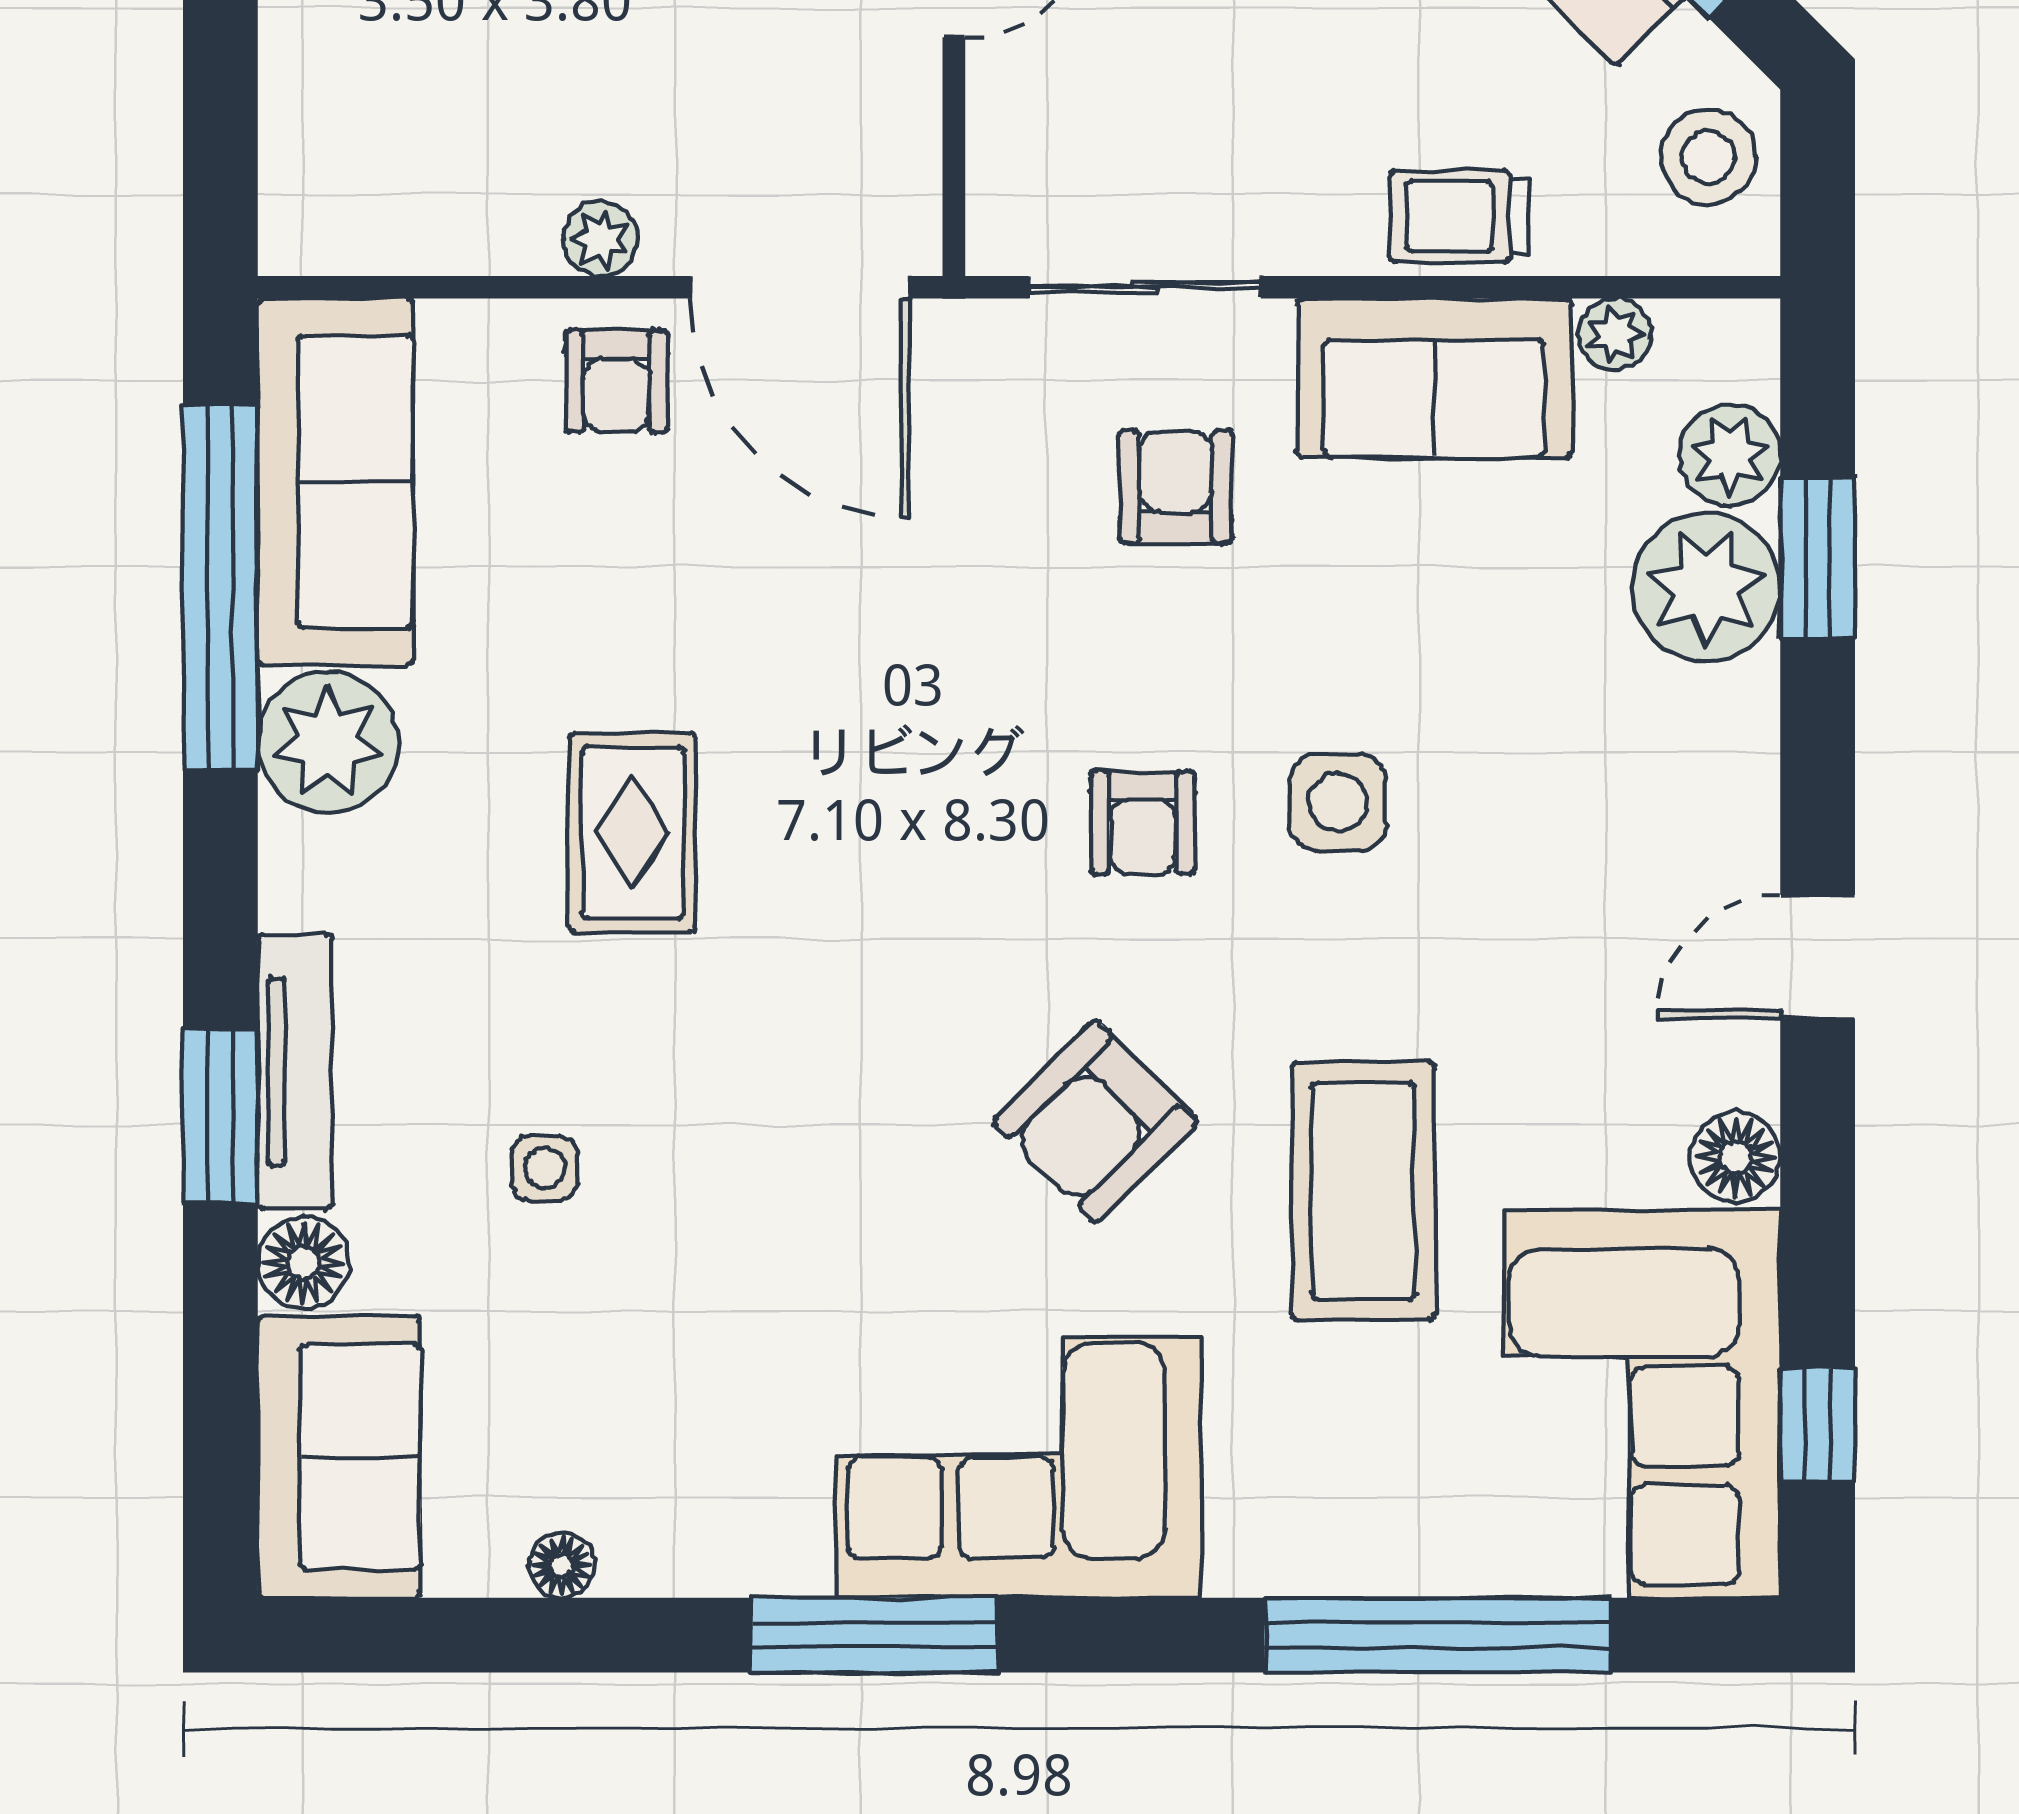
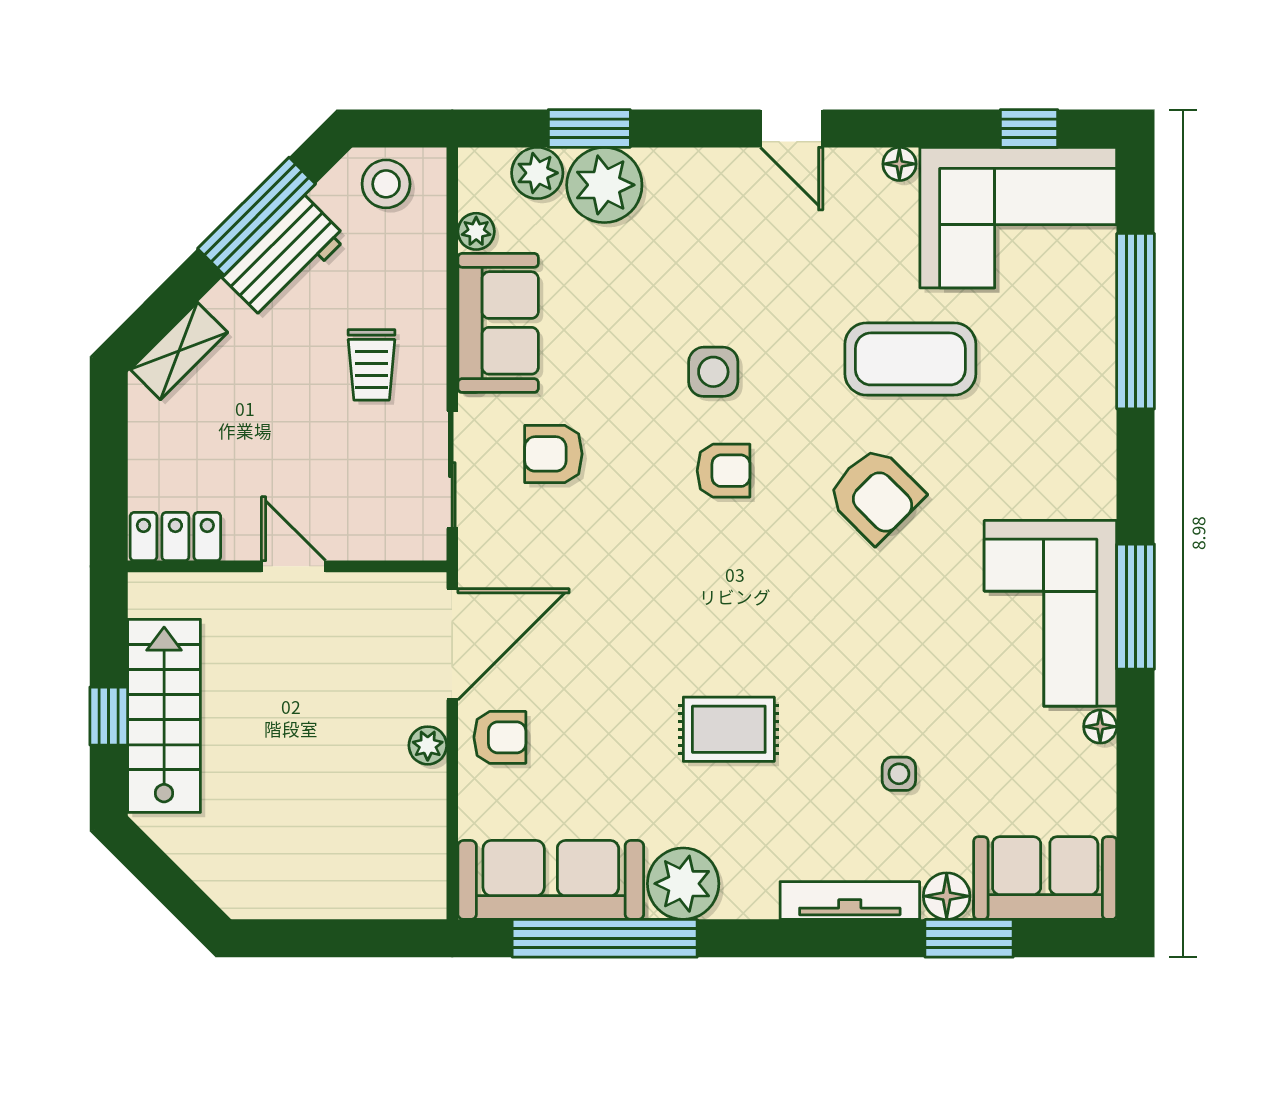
trolley: (1459, 217) -> (372, 365), moved
window: (220, 1117) -> (969, 938), moved
floor lamp: (1736, 1157) -> (899, 164), width x0.73, depth x0.73
corner sofa: (1018, 1467) -> (1050, 613), moved
floor lamp: (562, 1565) -> (1100, 727), moved

